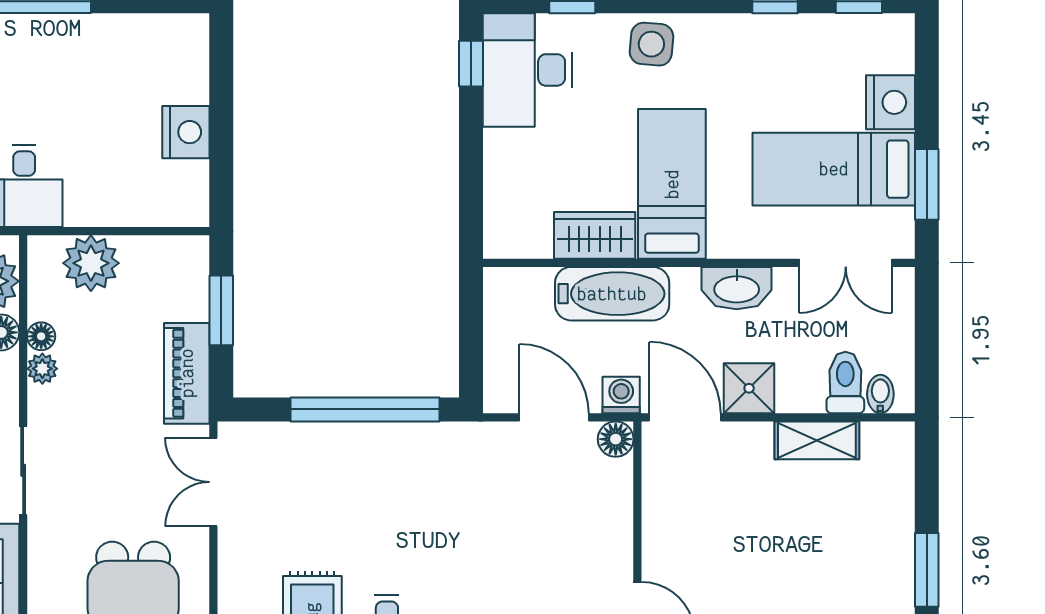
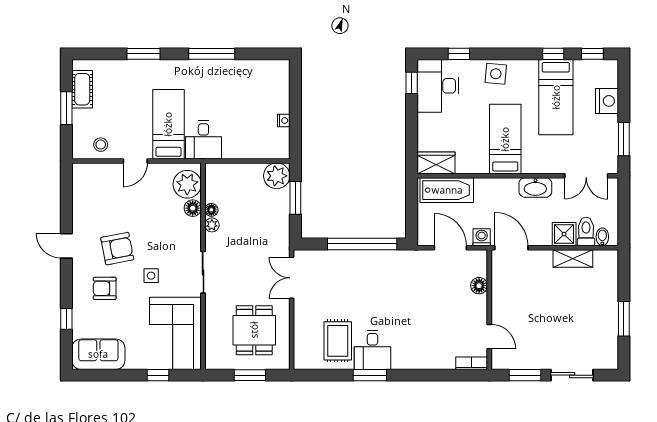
nightstand: (186, 132) -> (284, 121), width x0.53, depth x0.56
bed: (834, 169) -> (556, 97), moved, turned -90
wardrobe: (595, 235) -> (436, 163), moved
plant: (91, 263) -> (277, 176), moved
bathtub: (612, 294) -> (447, 190), moved
piano: (187, 373) -> (279, 227), removed
shower: (749, 388) -> (564, 234), moved
floor lamp: (616, 439) -> (479, 286), moved

